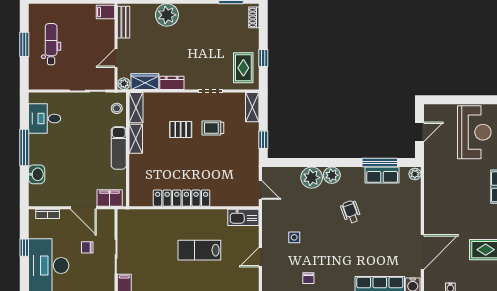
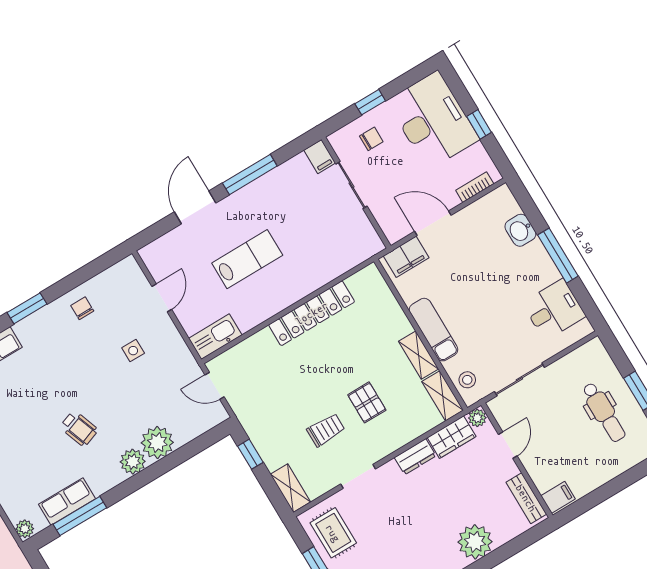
pallet: (181, 130) -> (367, 402), turned 90
chair: (87, 247) -> (371, 139), moved

